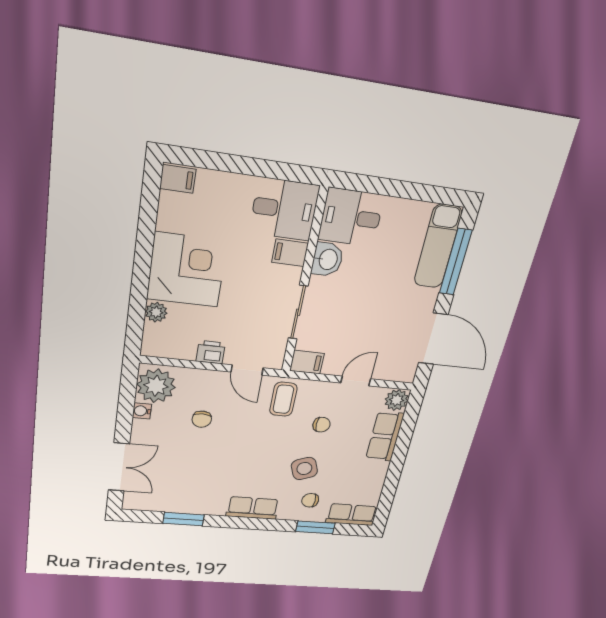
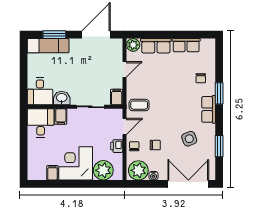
filing cabinet: (178, 179) -> (52, 173), moved
window: (456, 262) -> (54, 35), width x0.69
plant: (156, 312) -> (103, 170), width x1.88, depth x1.88
door: (356, 381) -> (124, 69), swing flipped
chair: (321, 425) -> (134, 146), moved
double door: (119, 467) -> (188, 184), width x1.37
side table: (304, 469) -> (189, 139), moved
row of seats: (351, 515) -> (186, 45), moved, turned -90
window: (315, 527) -> (219, 93), moved

